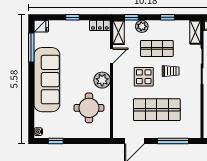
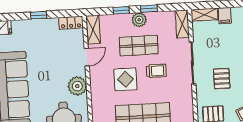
window: (131, 17) -> (121, 10), moved
plant: (142, 26) -> (139, 20), moved

